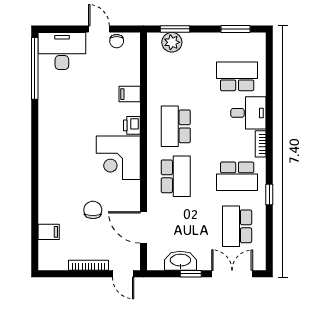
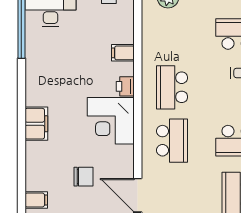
filing cabinet: (49, 160) -> (36, 124), added
chair: (93, 210) -> (84, 177), turned 90

